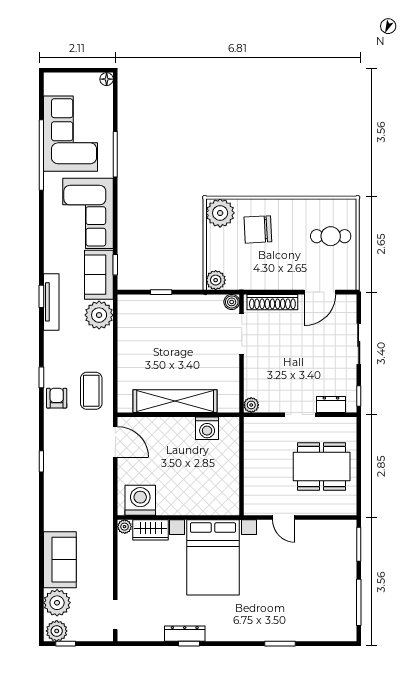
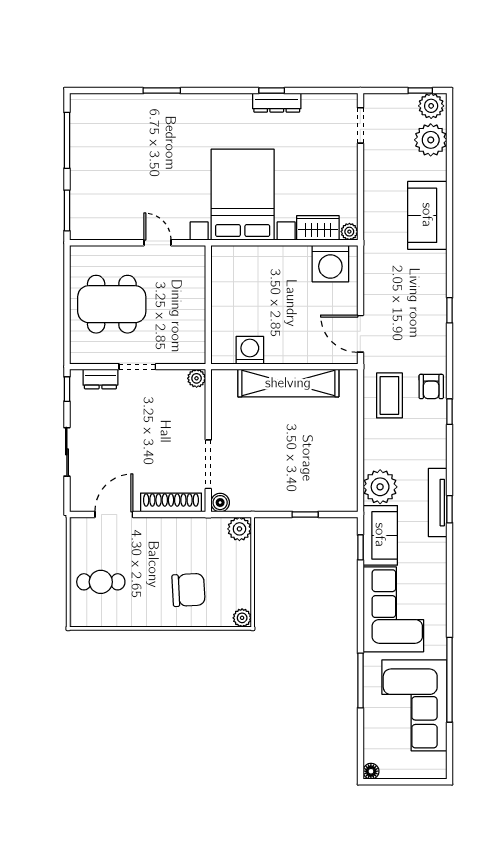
plant: (220, 213) -> (242, 618), width x0.53, depth x0.53
sofa: (60, 560) -> (427, 215), moved

